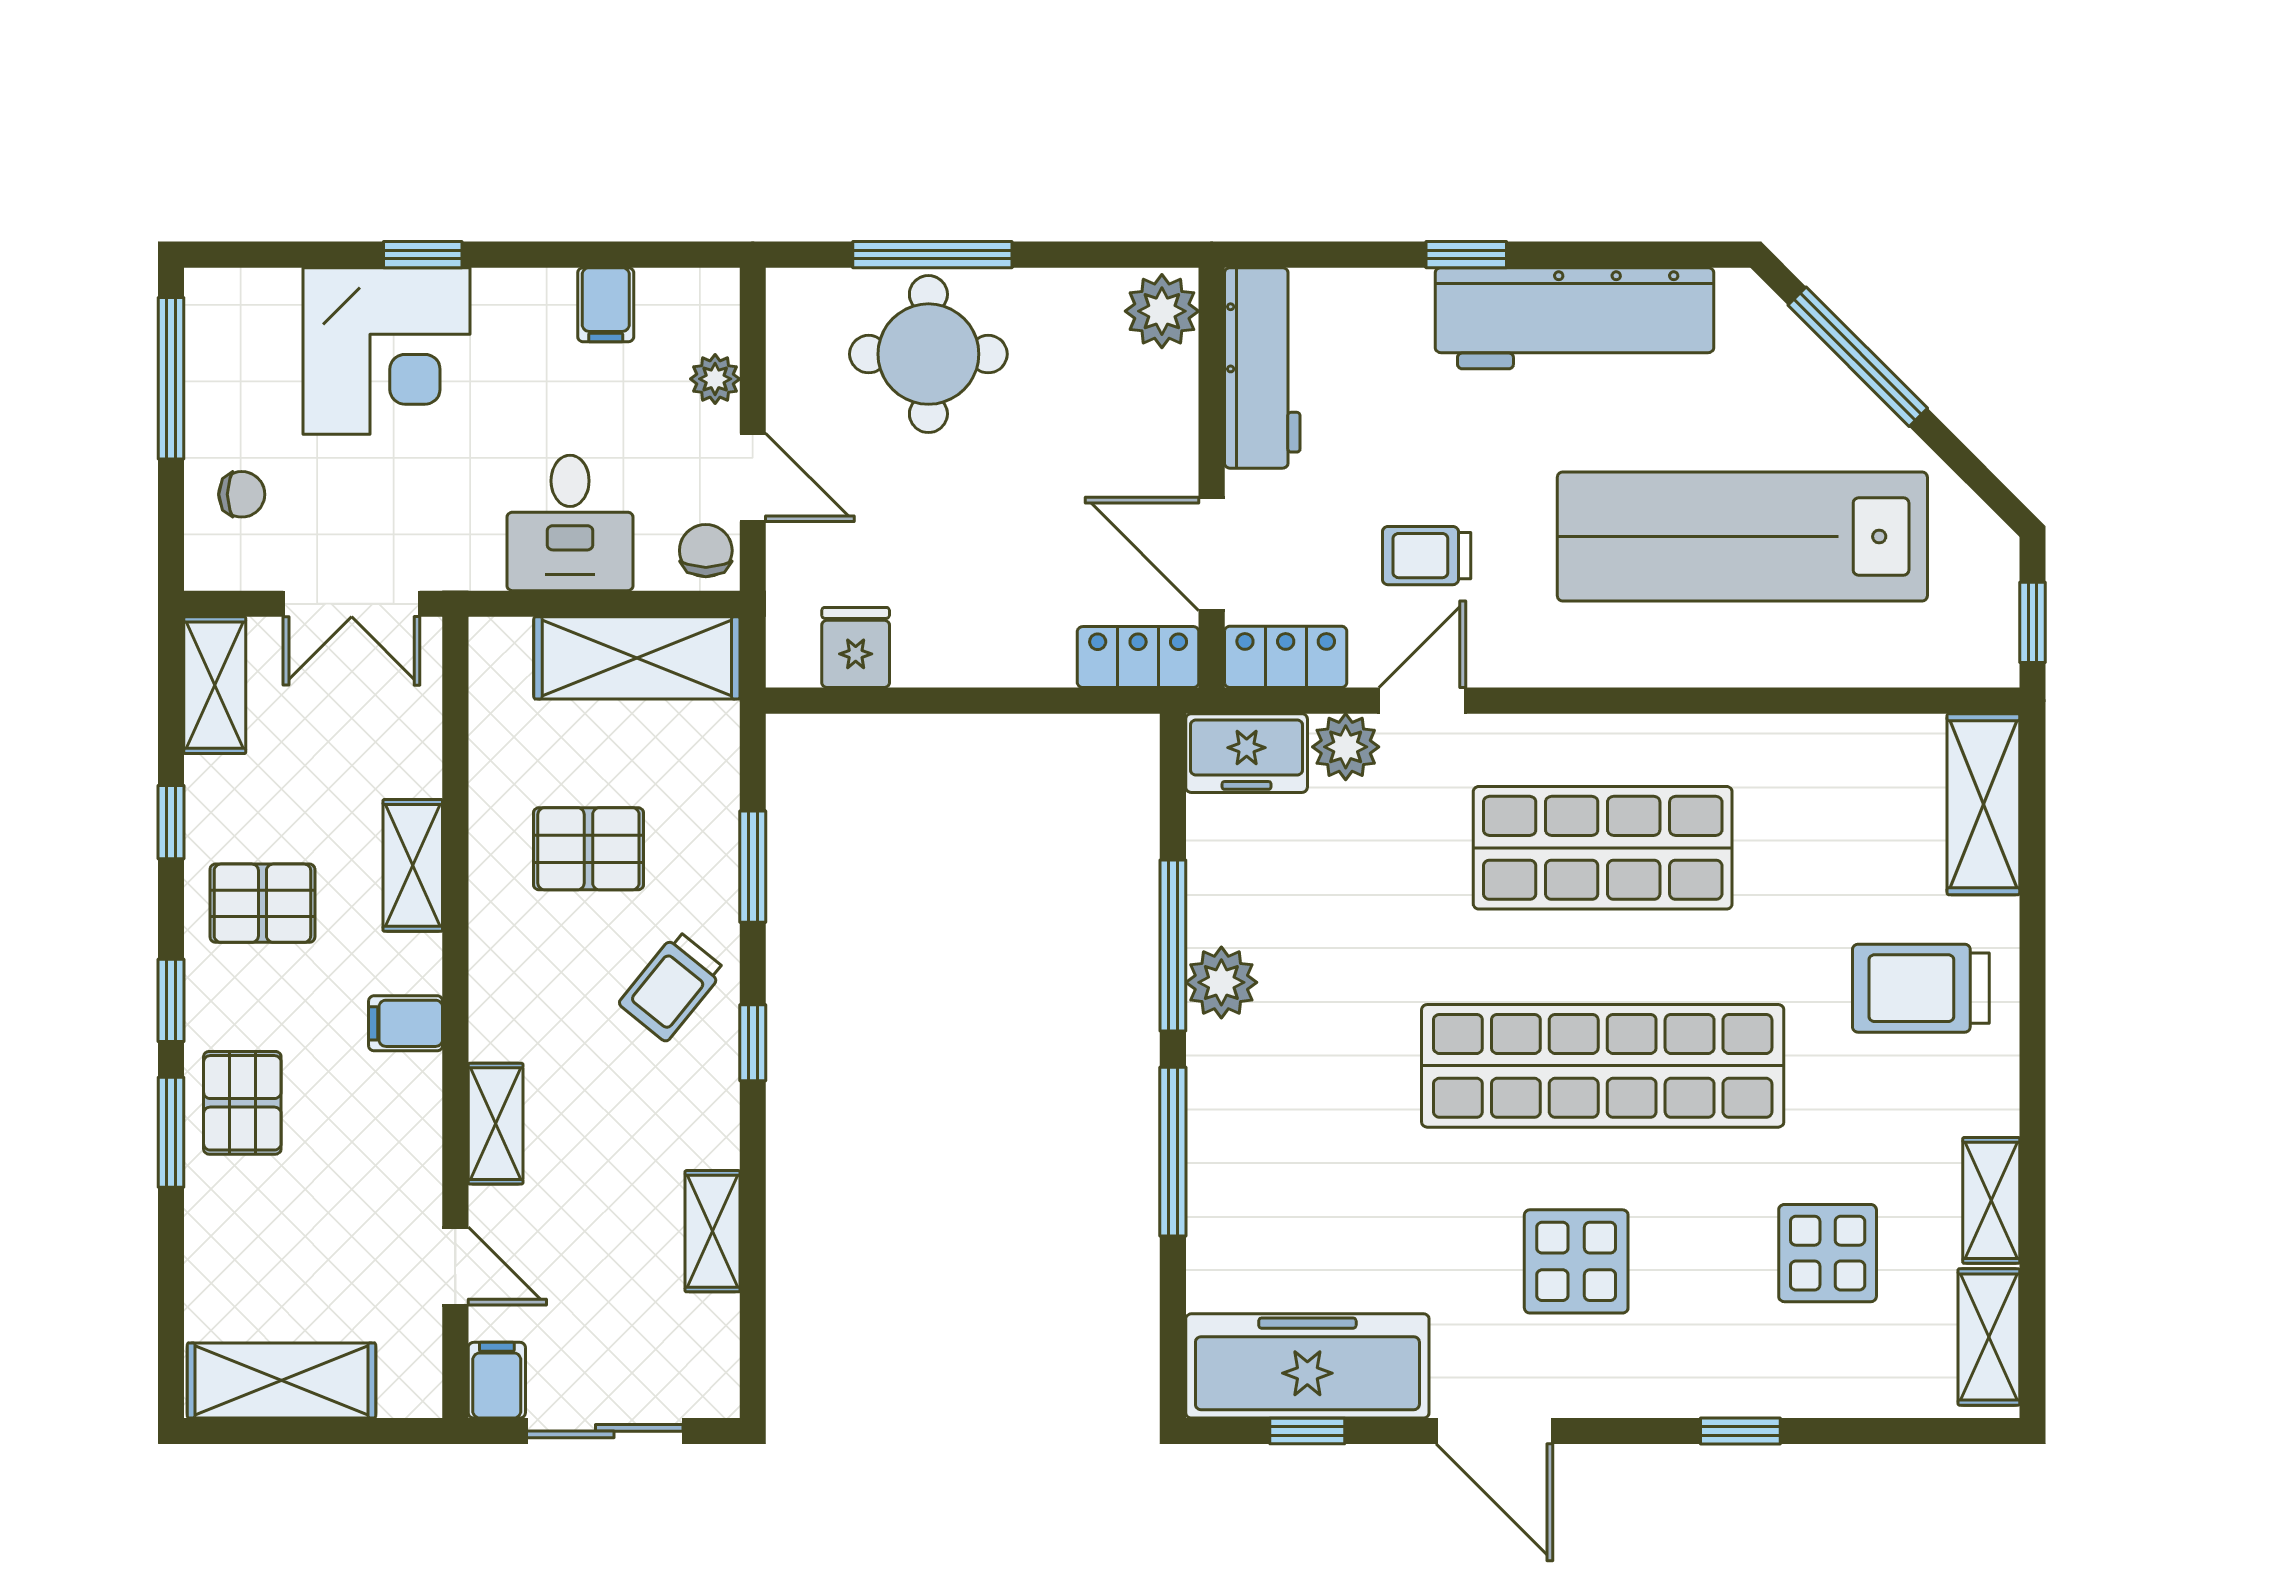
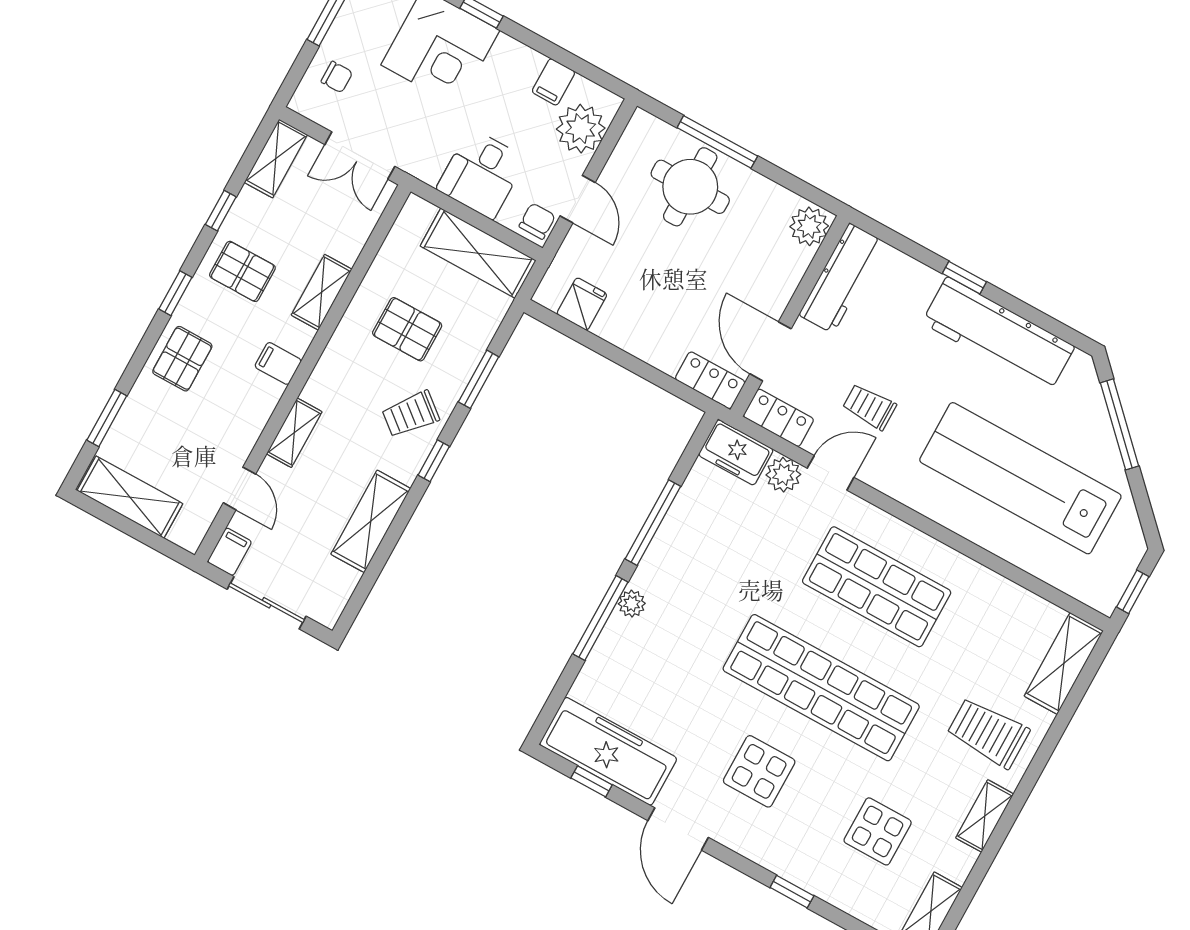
plant: (715, 379) -> (581, 129), width x1.88, depth x1.88
plant: (1221, 982) -> (632, 604), moved, width x0.73, depth x0.73
window: (171, 1132) -> (107, 418), moved
shelving: (1991, 1200) -> (985, 816), moved
shelving: (712, 1231) -> (371, 521), width x1.50, depth x1.33

